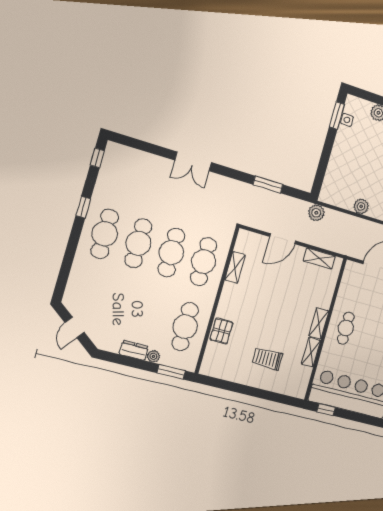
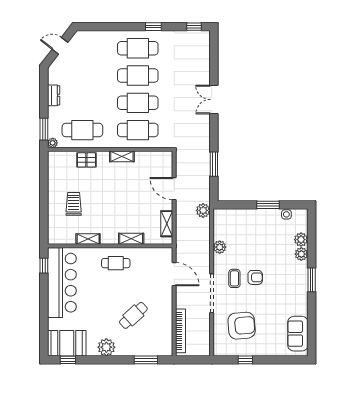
window: (337, 116) -> (268, 205), moved
shelving: (235, 267) -> (122, 156), moved
shelving: (319, 323) -> (131, 239), moved
plant: (153, 356) -> (53, 143), moved

